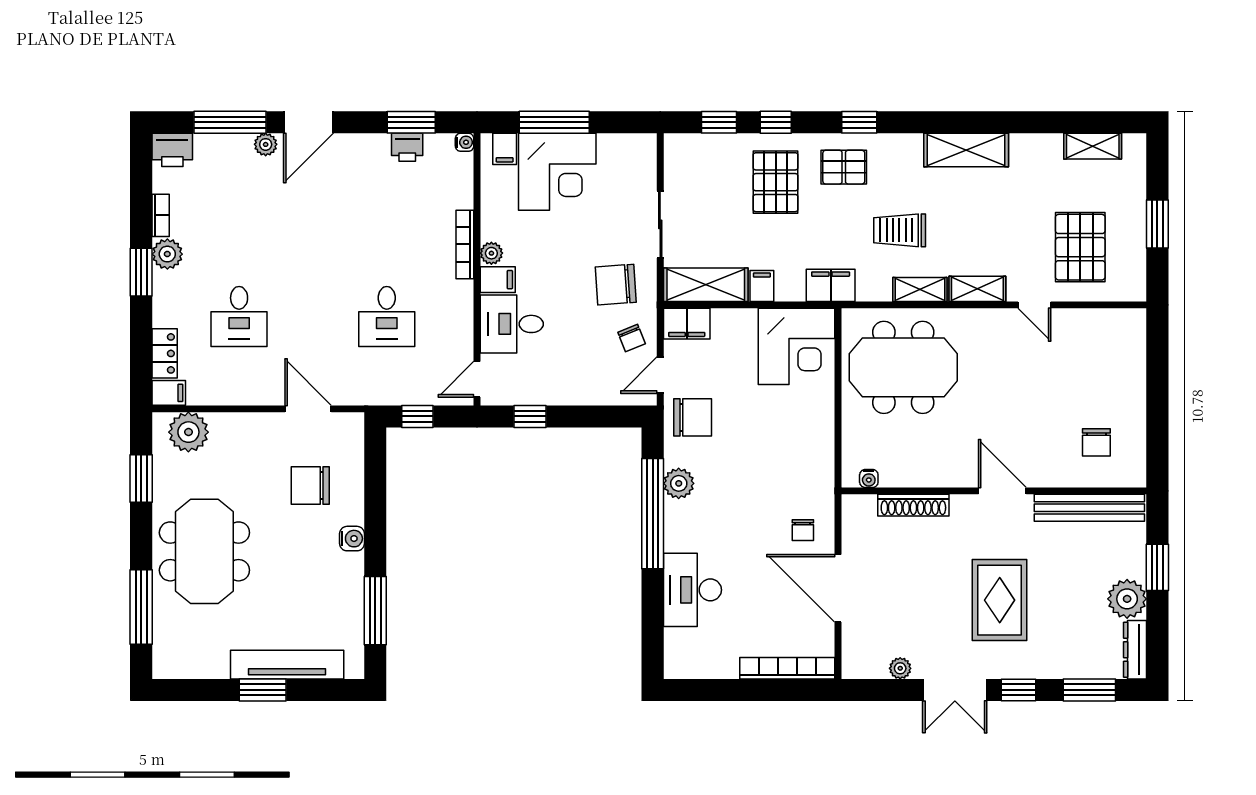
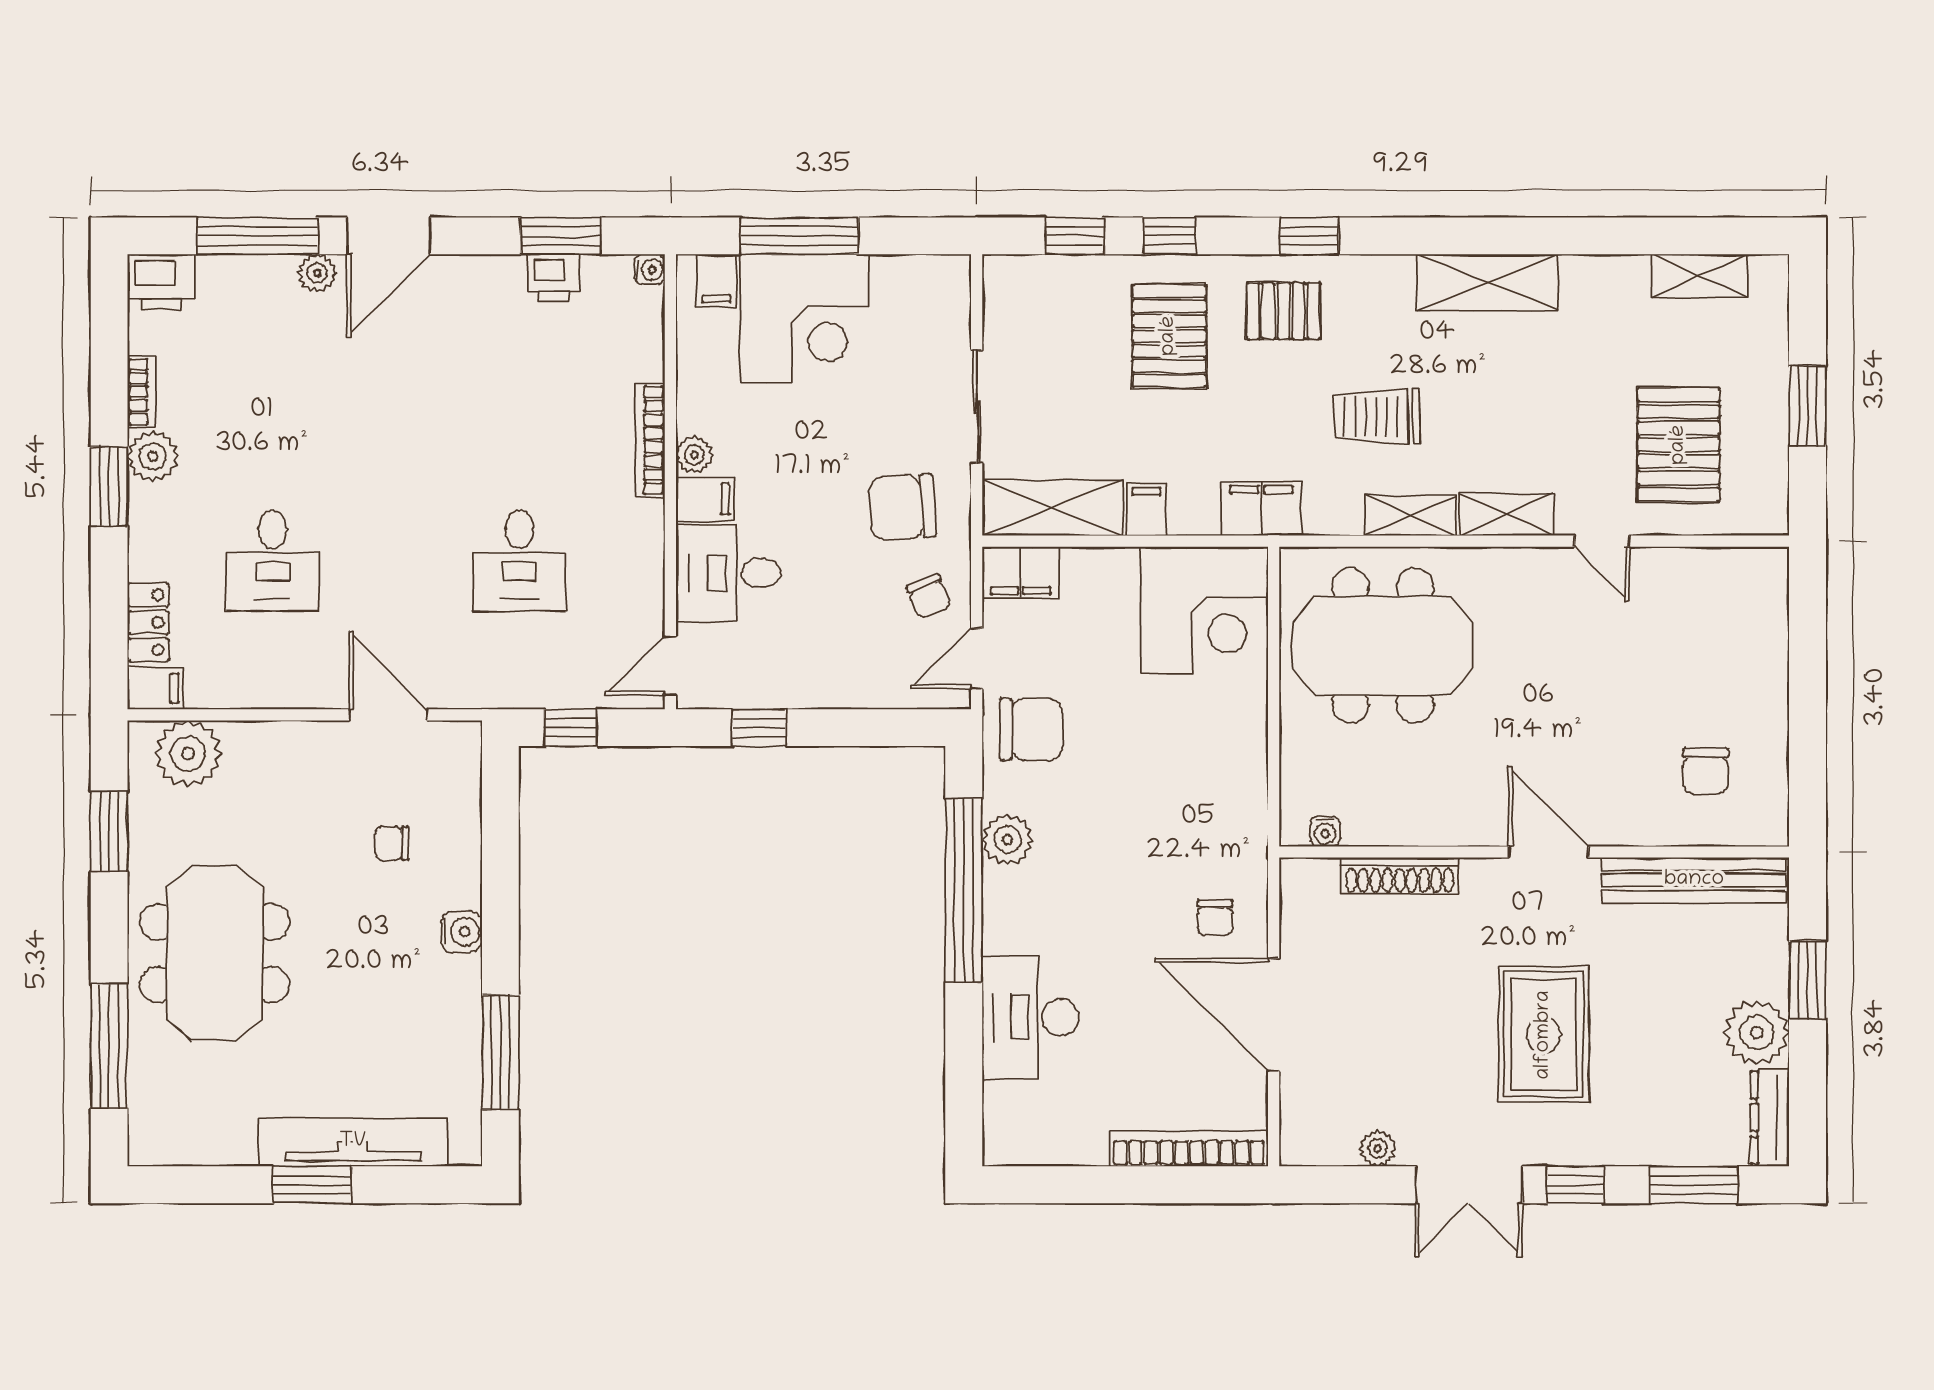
chair: (310, 486) -> (392, 843), width x0.54, depth x0.54

